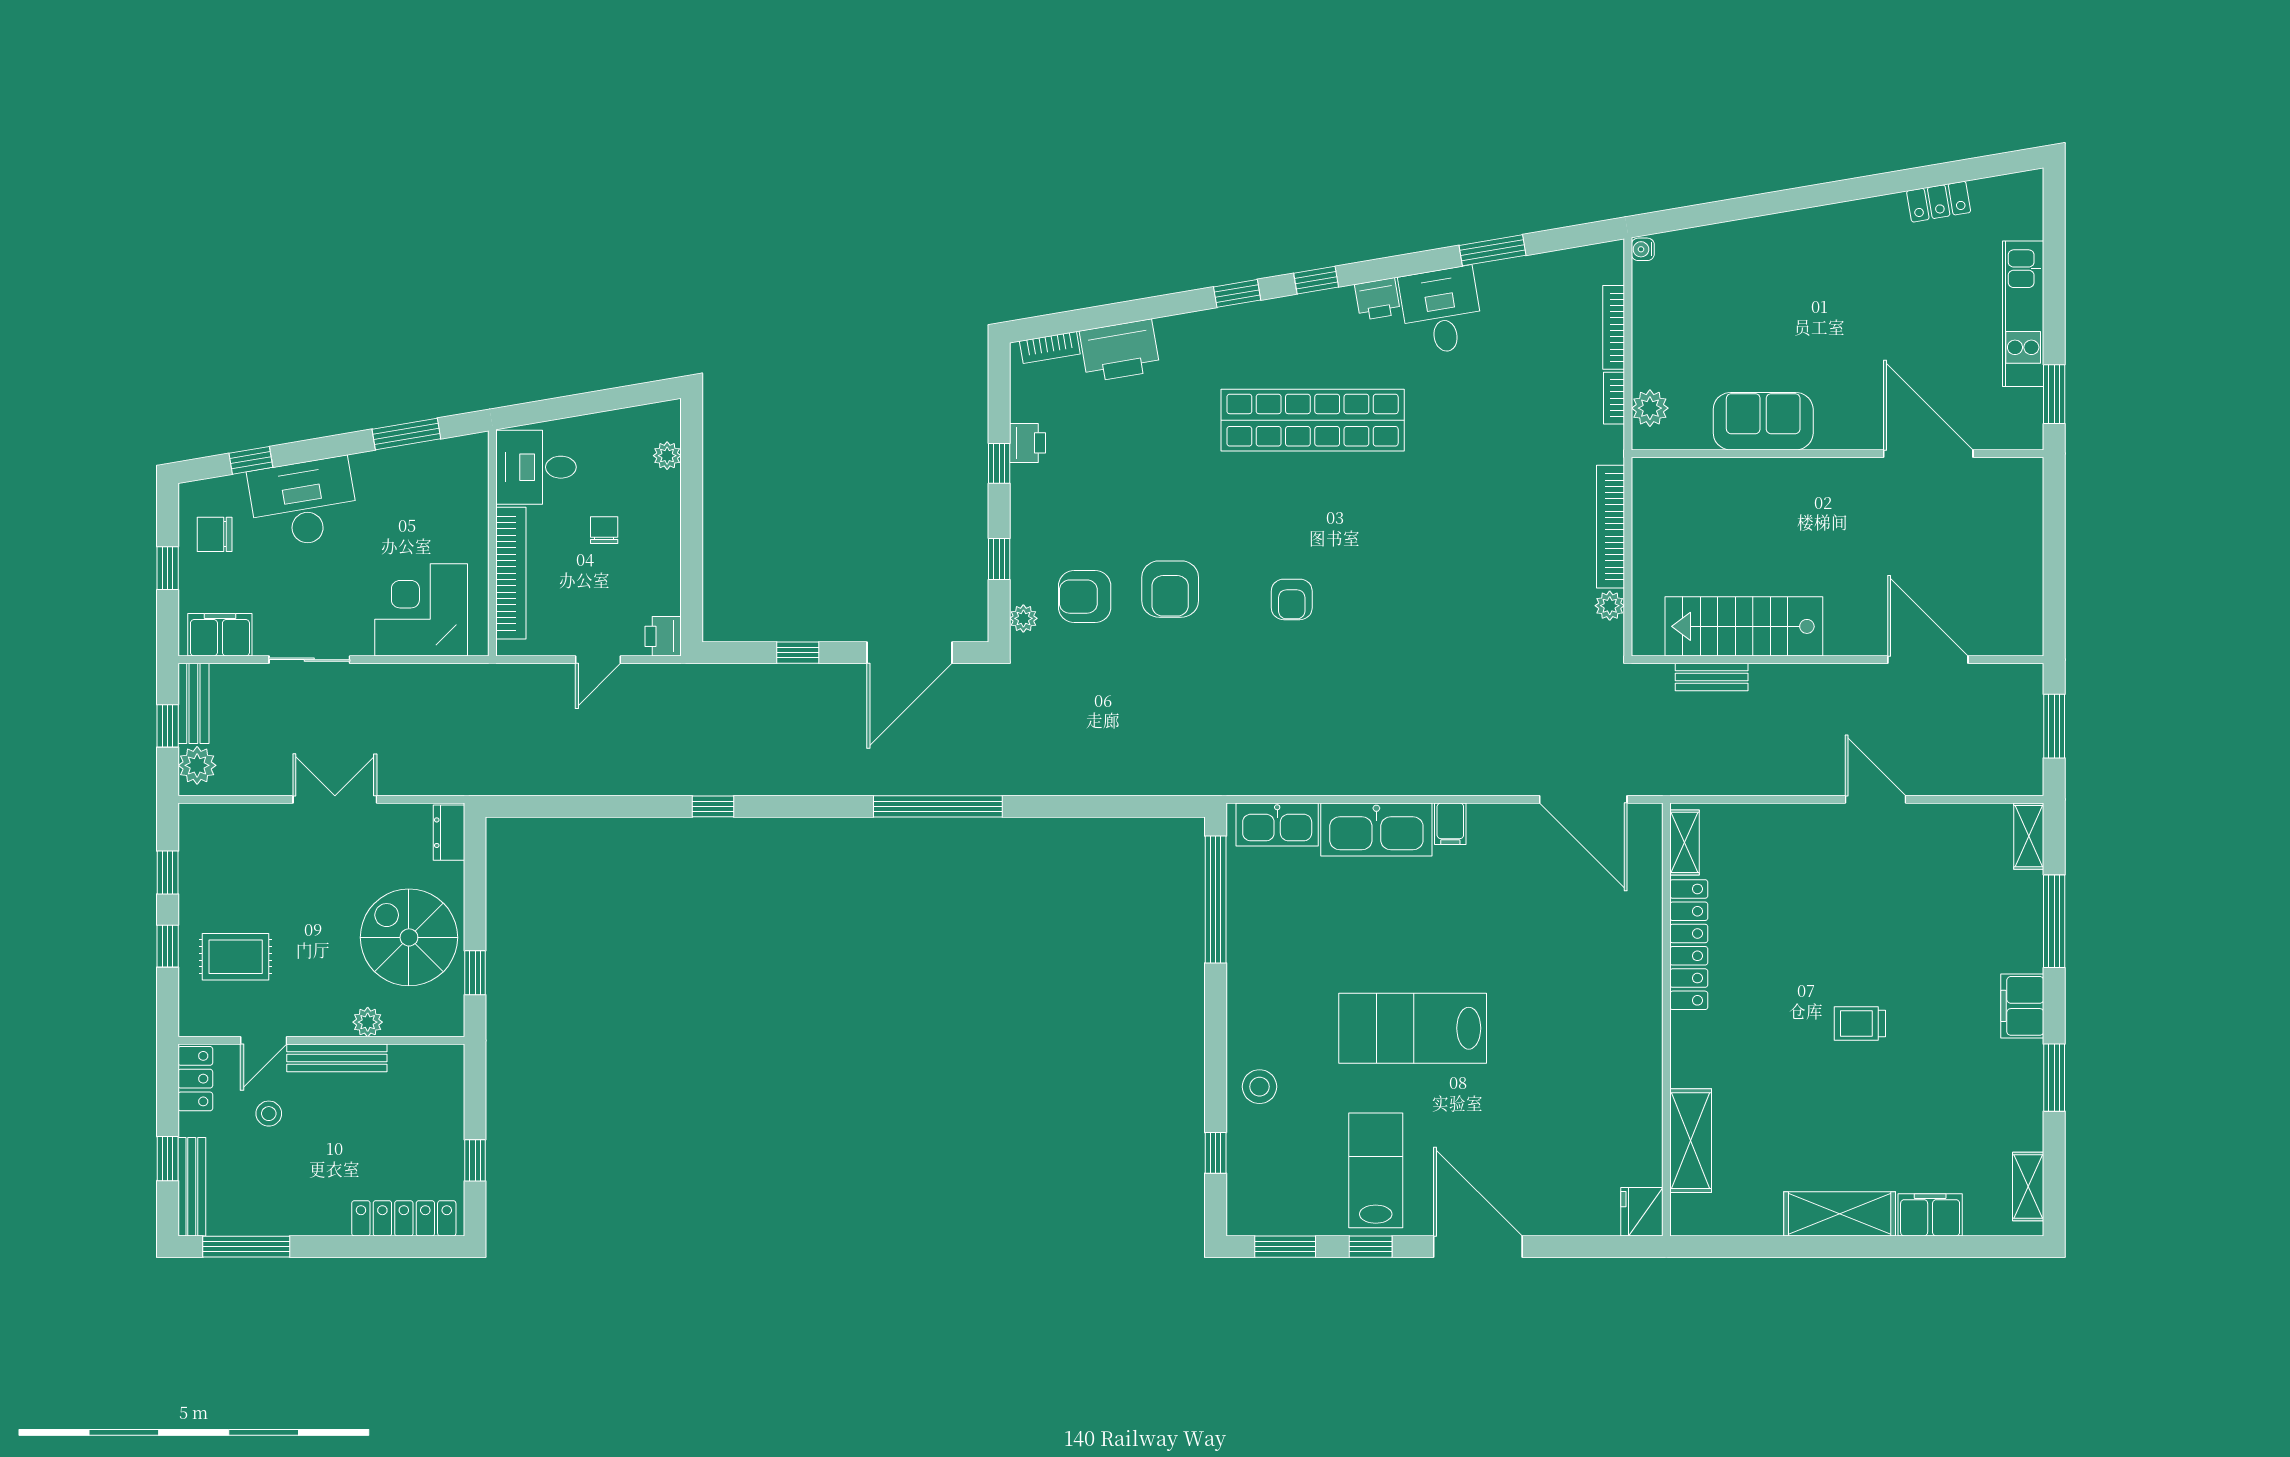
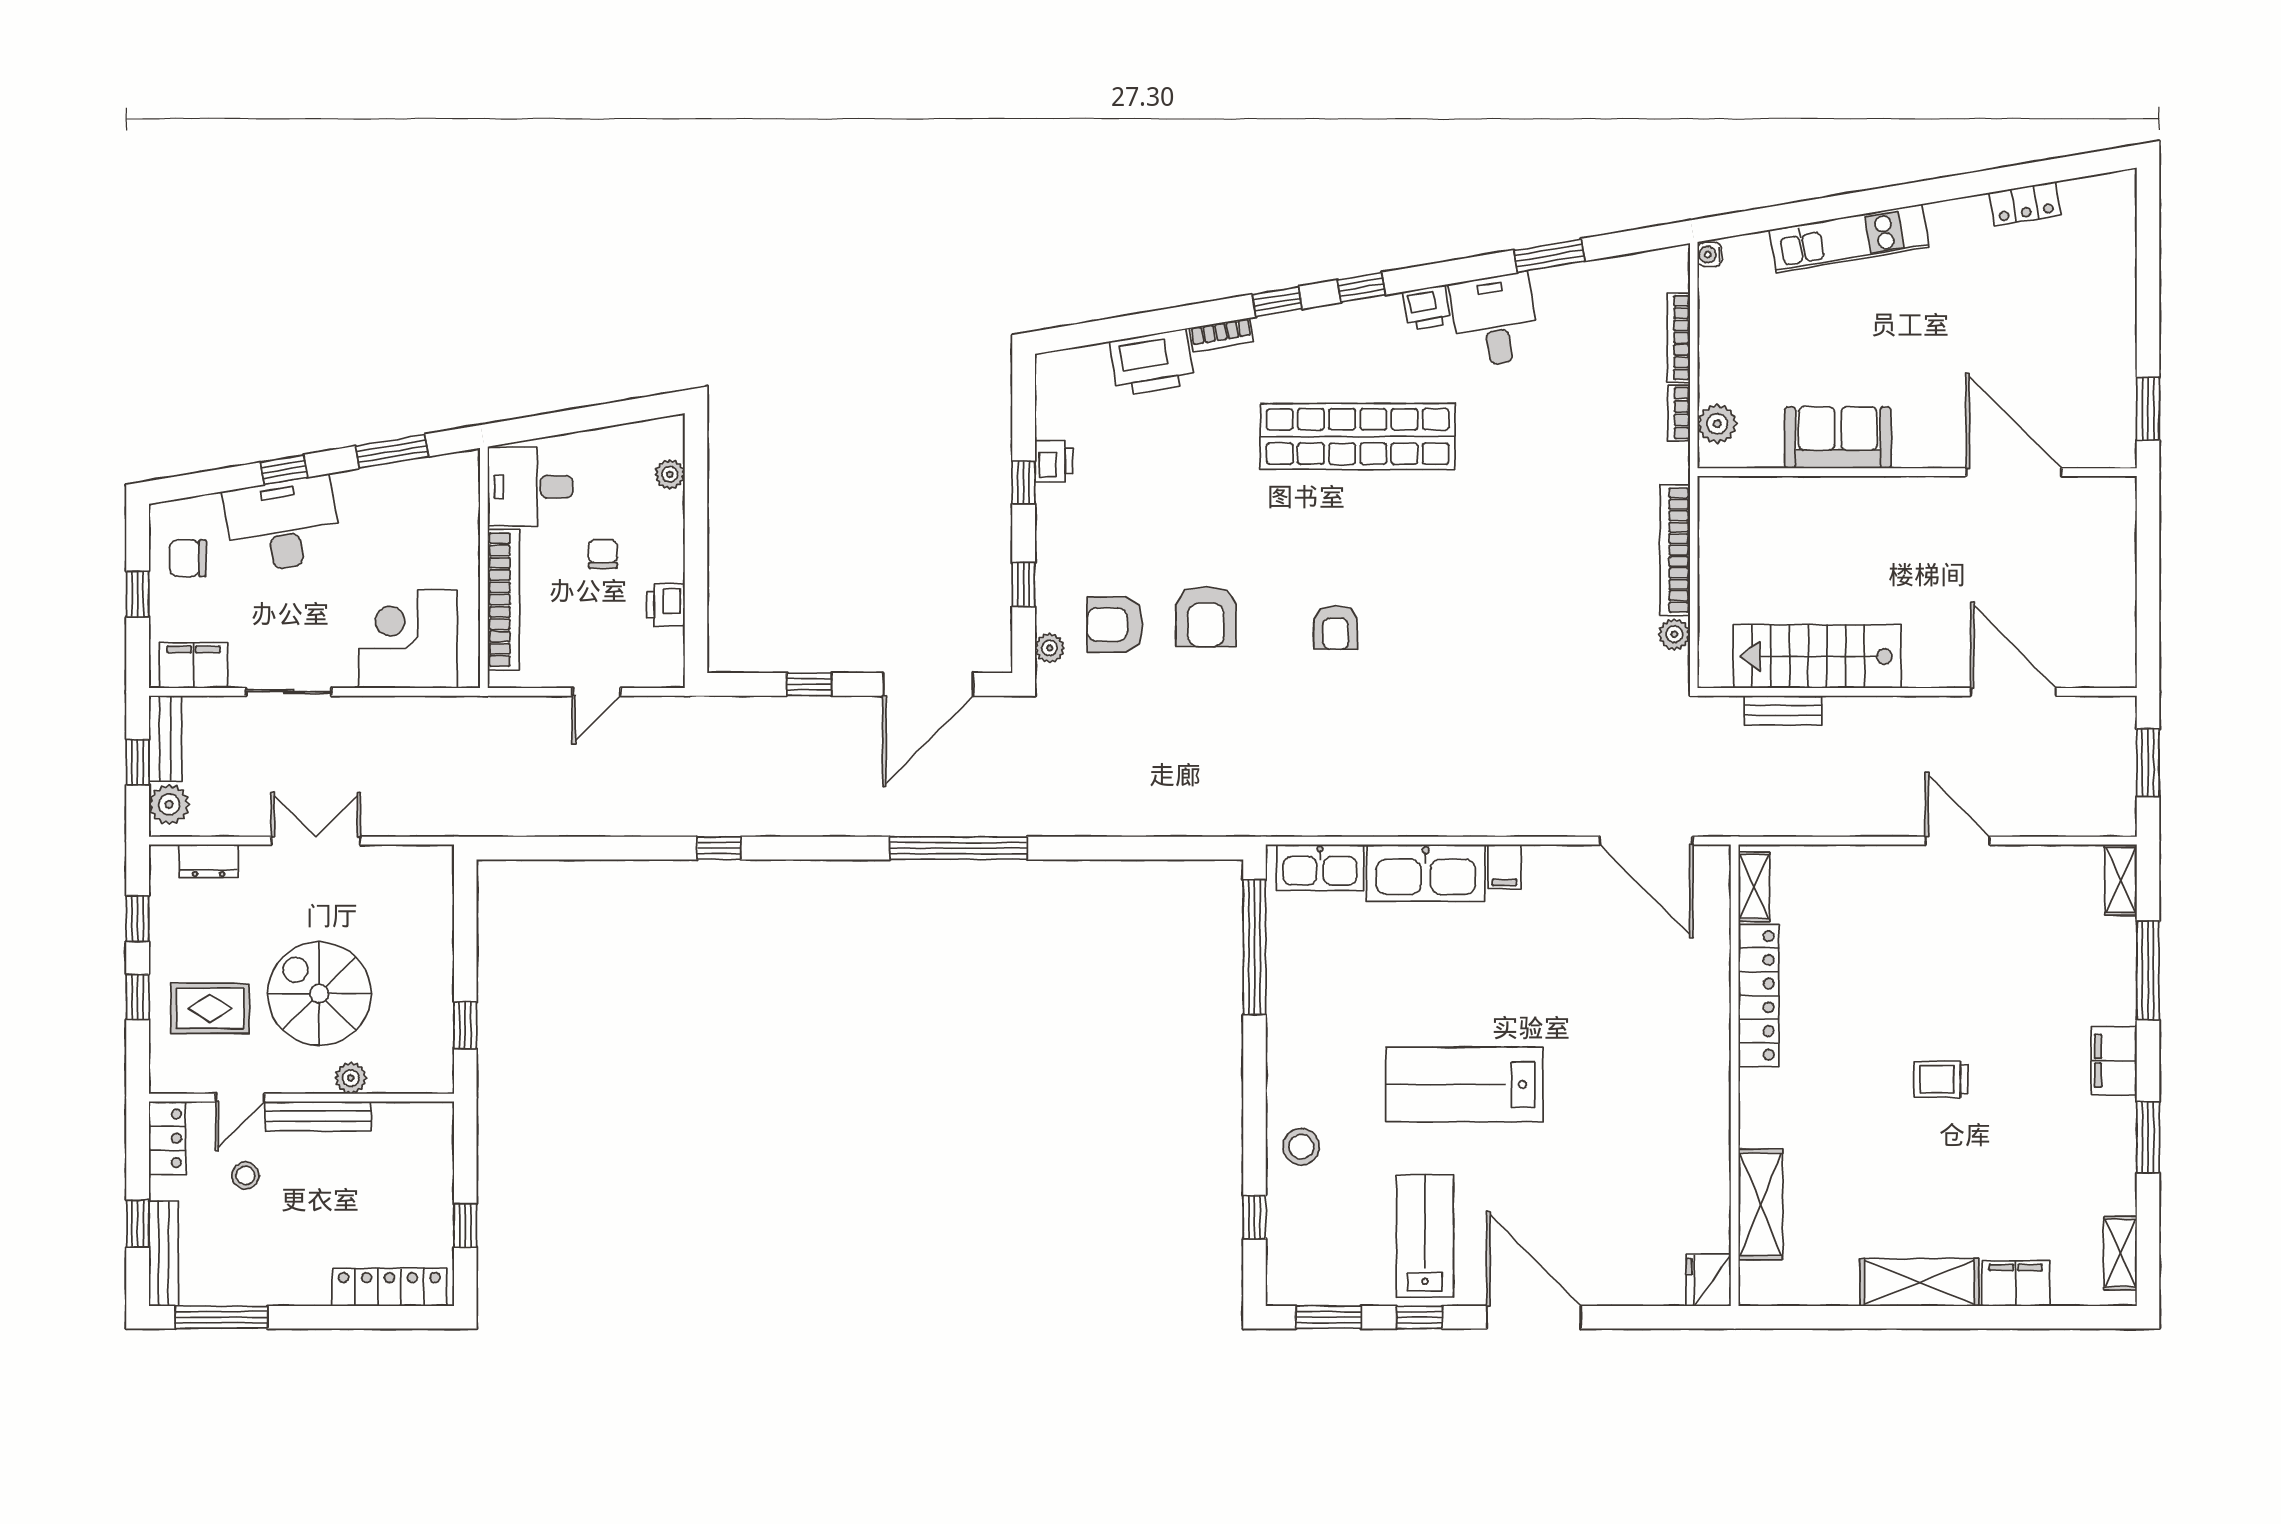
kitchen unit: (2023, 314) -> (1849, 238), moved, turned -100
bookcase: (1050, 347) -> (1221, 335), moved
window: (251, 460) -> (284, 470), moved
printer: (663, 636) -> (666, 605), moved
dresser: (449, 833) -> (209, 861), moved, turned -90
spiral stairs: (409, 937) -> (319, 994), moved

